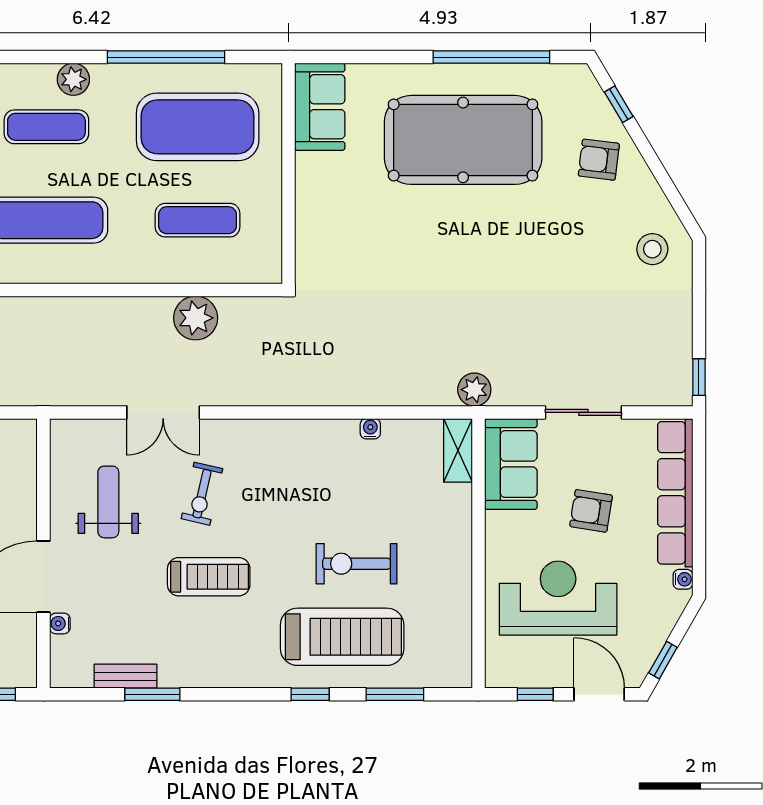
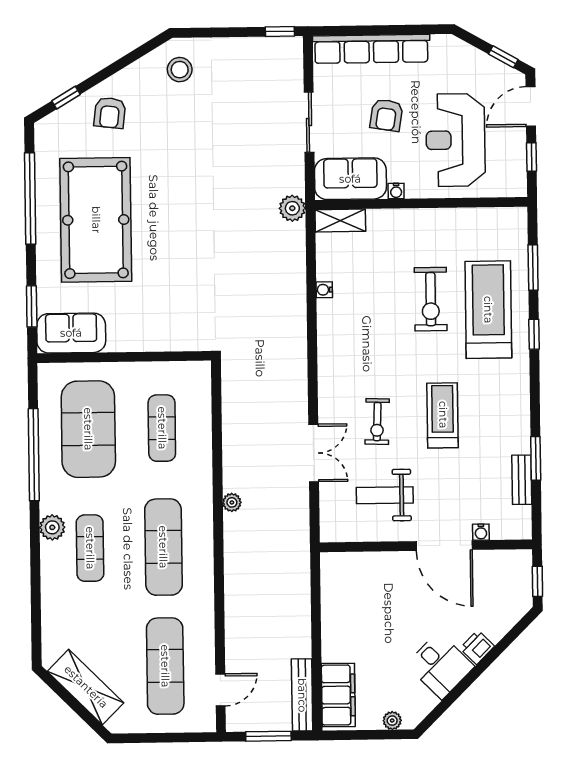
window: (354, 57) -> (32, 306), added
plant: (196, 318) -> (232, 502), moved, width x0.53, depth x0.53
exercise bike: (202, 494) -> (377, 422), turned 79
water cooler: (683, 579) -> (396, 191), moved, turned 180

